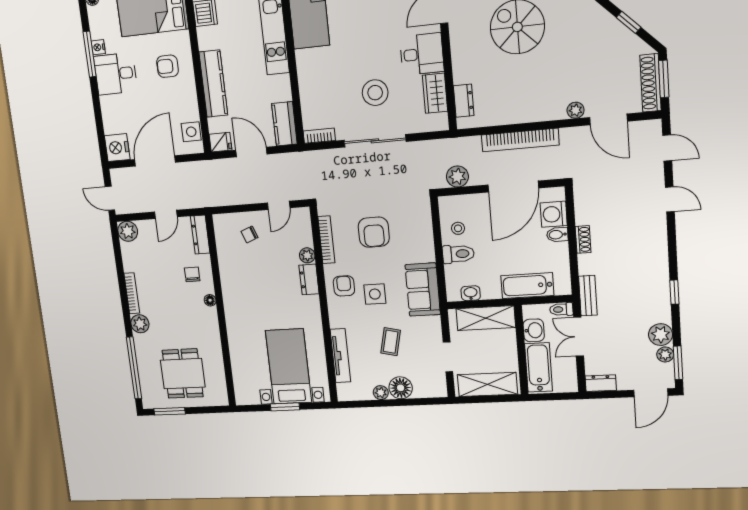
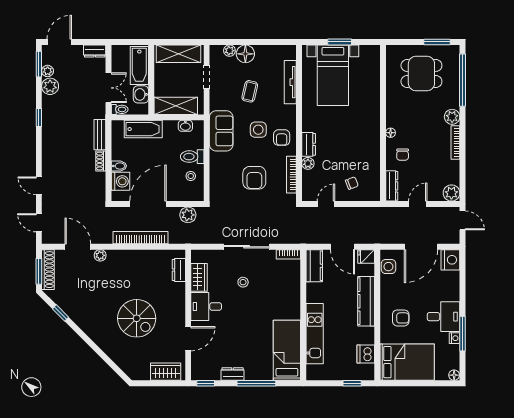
stool: (375, 93) -> (243, 282), width x0.53, depth x0.53
armchair: (374, 232) -> (254, 178), turned 180
bench: (588, 296) -> (100, 135), moved
dining table: (183, 374) -> (421, 73), turned 90
plant: (381, 393) -> (229, 51), moved

